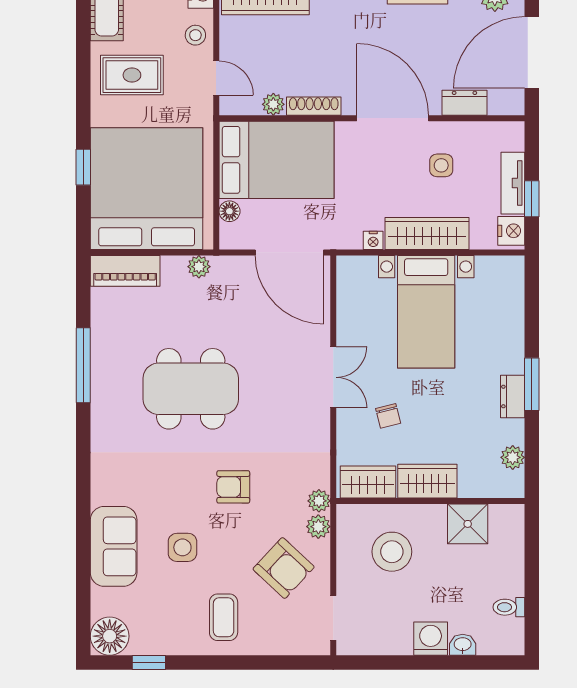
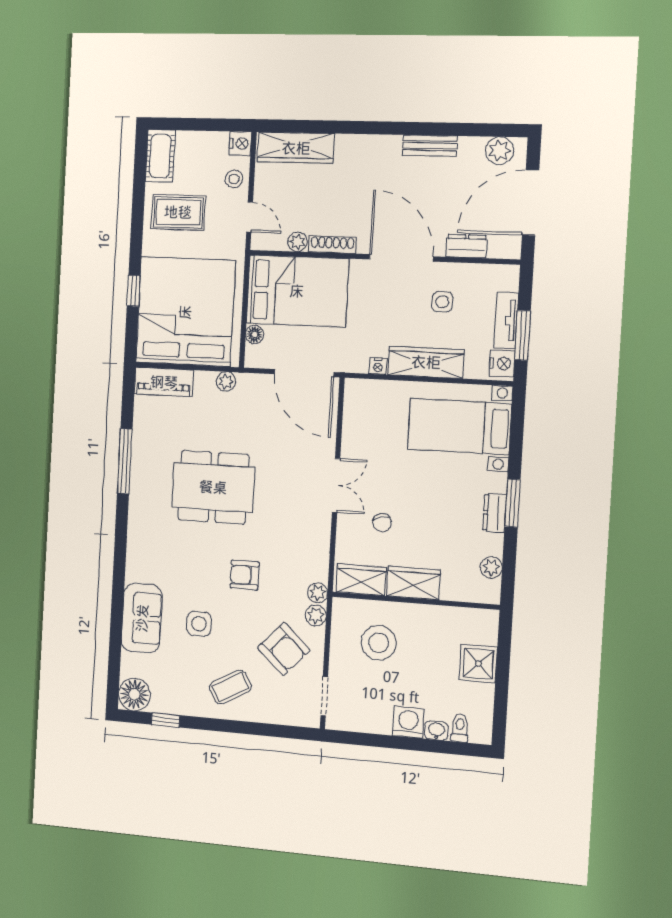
window: (532, 199) -> (523, 335), width x1.50
bed with nightstands: (426, 312) -> (459, 426), moved, turned 90
shower: (468, 524) -> (478, 664), moved
toilet: (509, 607) -> (460, 728), moved, turned 90
coffee table: (224, 617) -> (230, 687), turned 61

